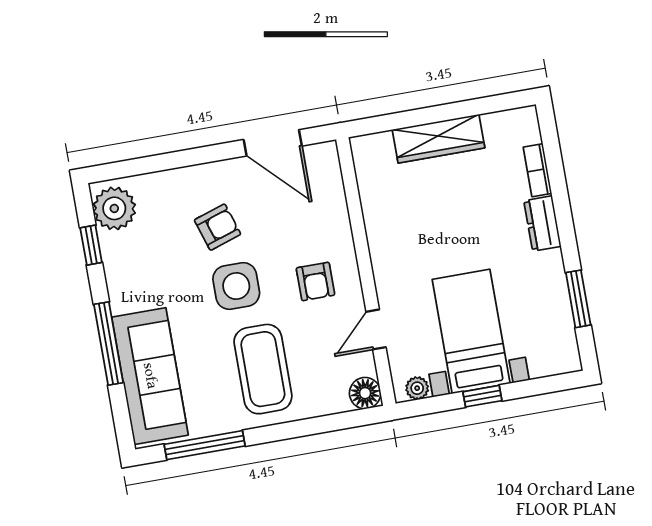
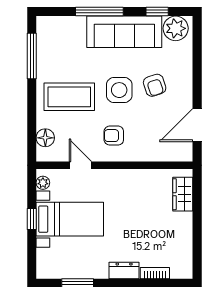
wardrobe: (438, 139) -> (183, 194), moved, width x0.67
sofa: (150, 376) -> (124, 32), moved
floor lamp: (365, 393) -> (45, 138), moved

